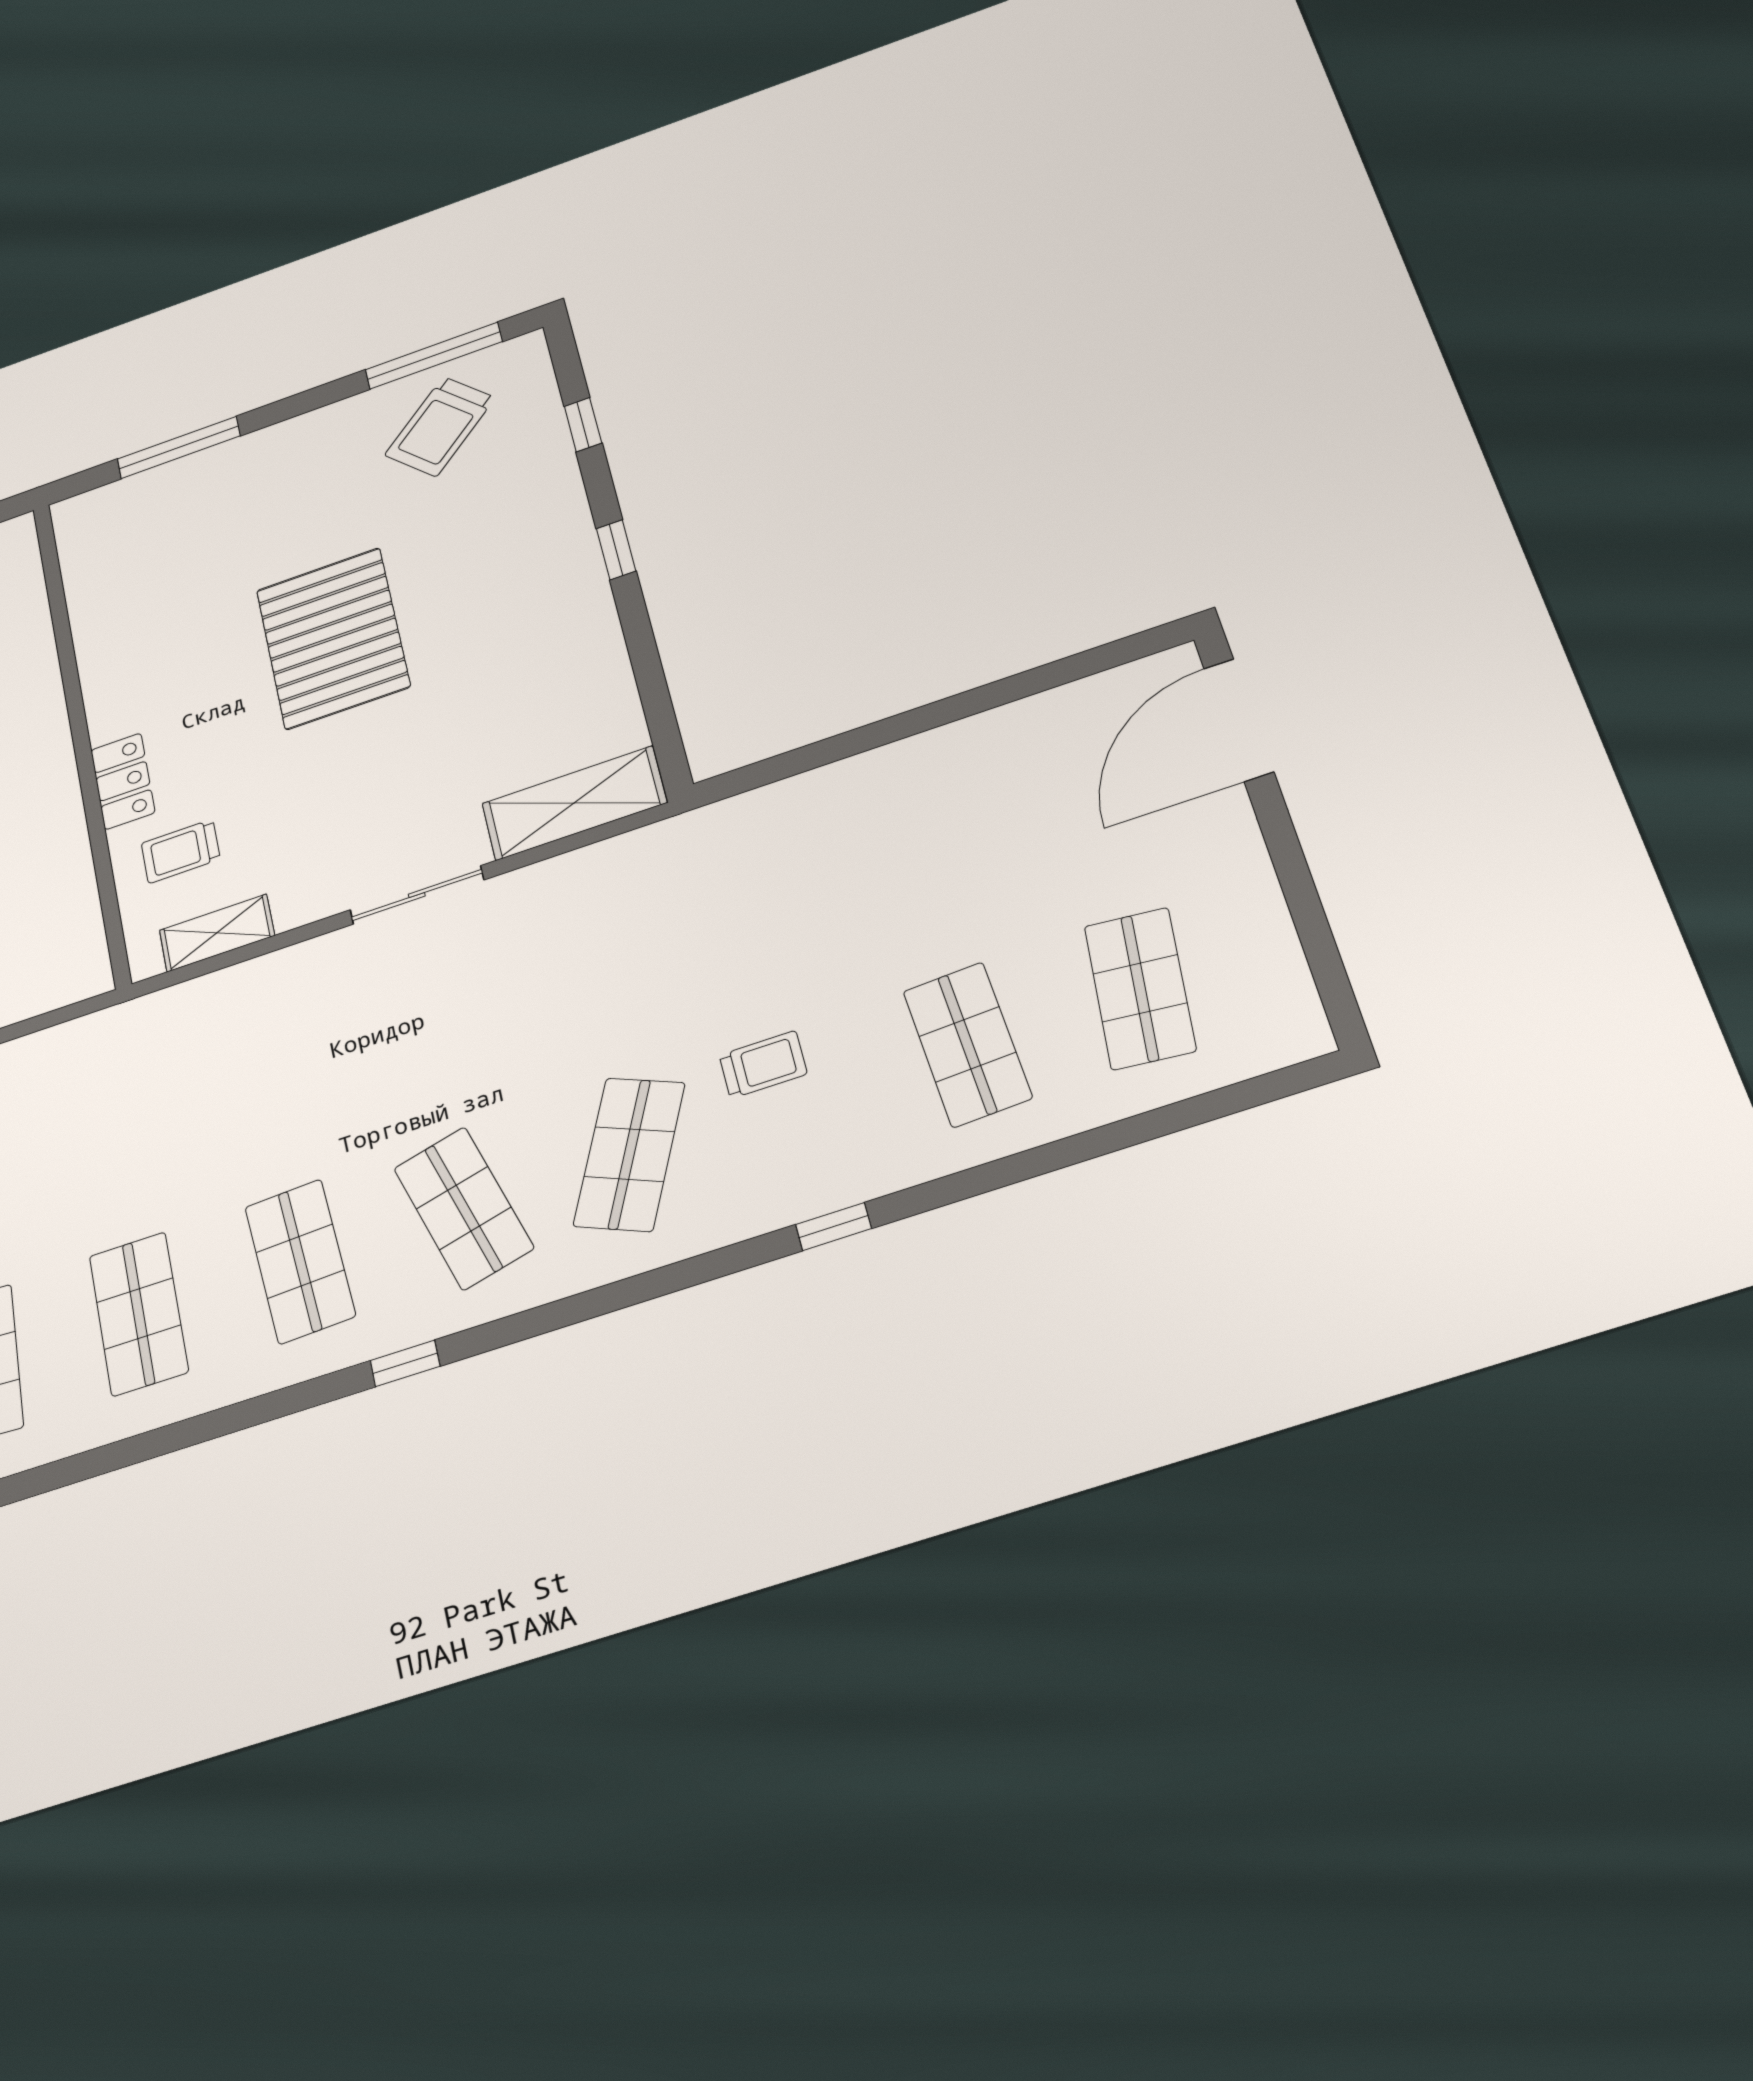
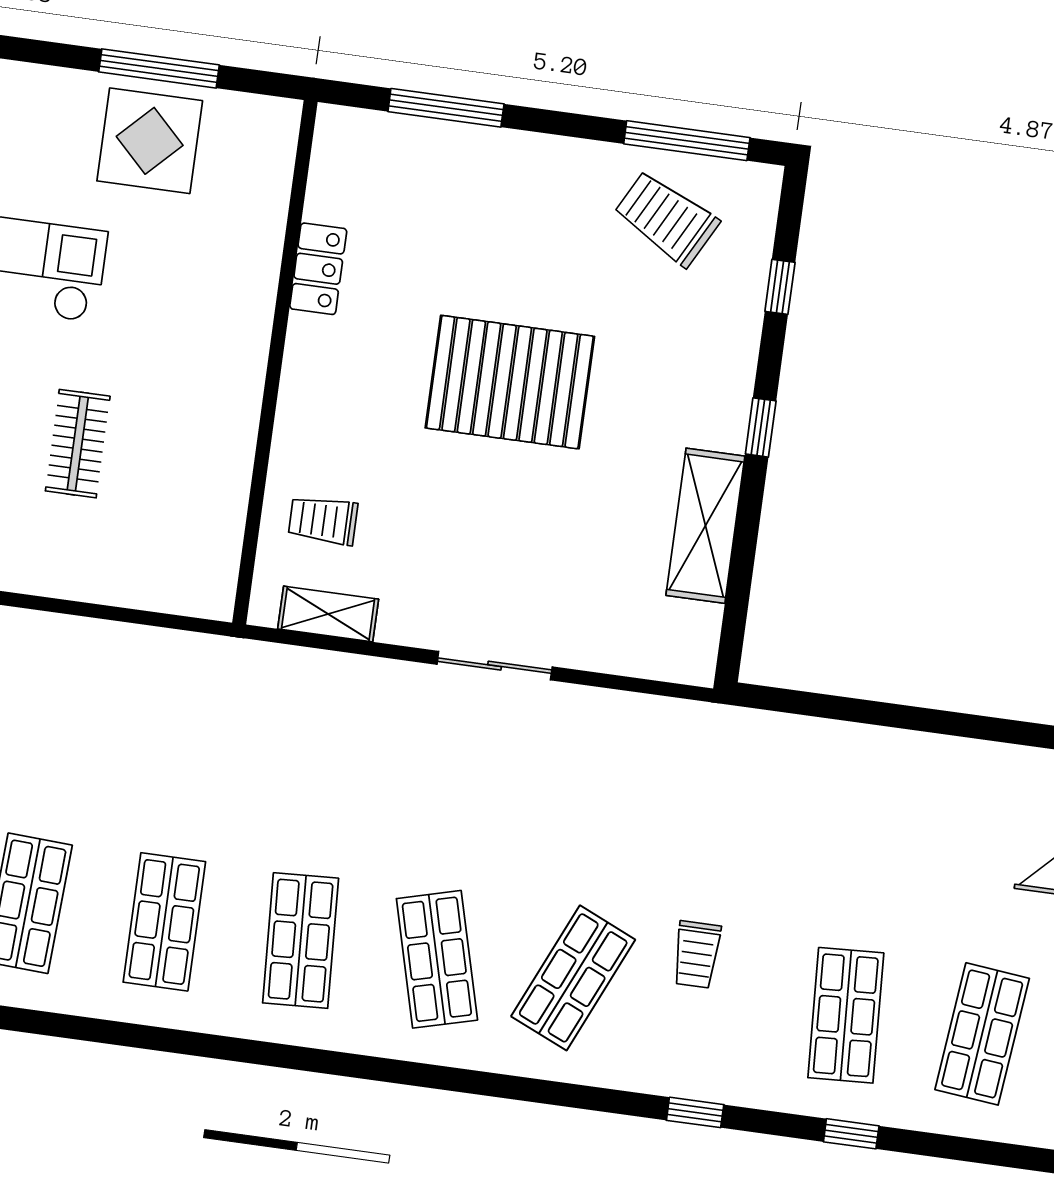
trolley: (440, 426) -> (667, 218), turned 71
pallet: (333, 638) -> (510, 382), turned 90
locker: (123, 781) -> (318, 269), moved
shelving: (574, 803) -> (705, 526), moved, turned 90
trolley: (763, 1065) -> (697, 954), turned 90
window: (405, 1363) -> (851, 1134), moved

